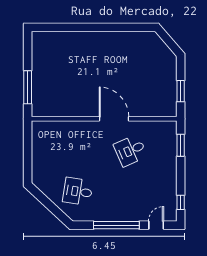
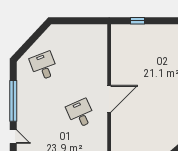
window: (28, 87) -> (138, 21), width x0.46
desk: (78, 191) -> (44, 66), turned -30

